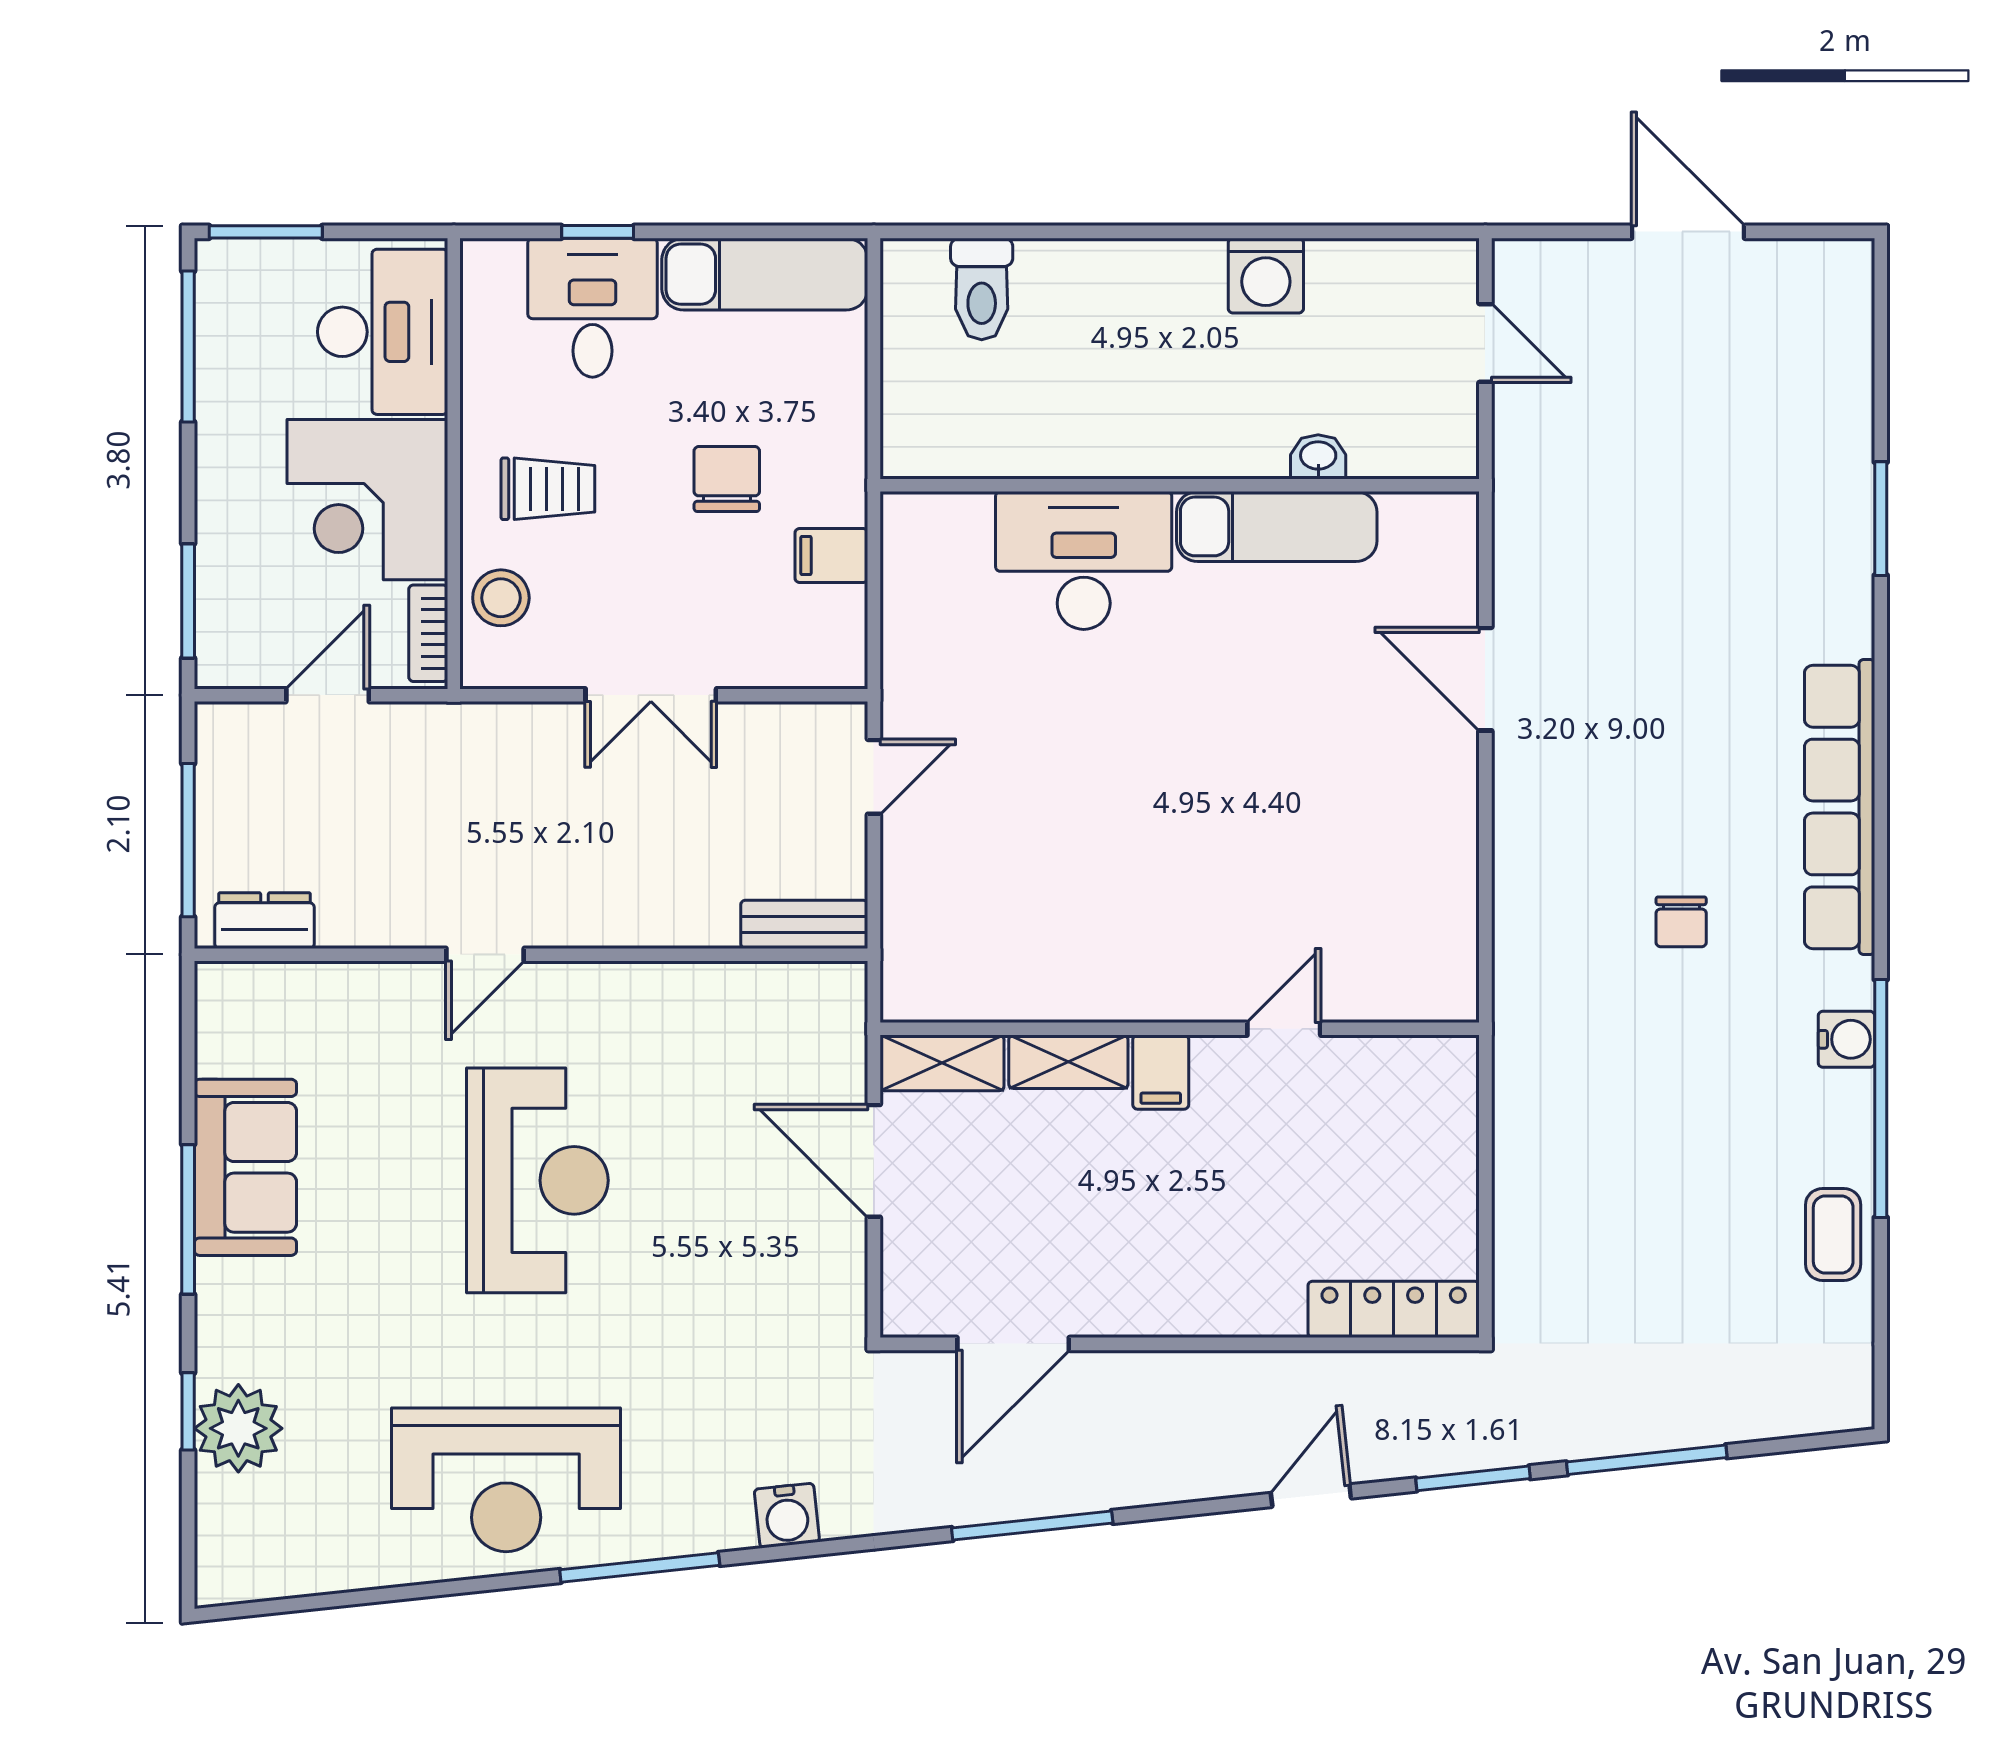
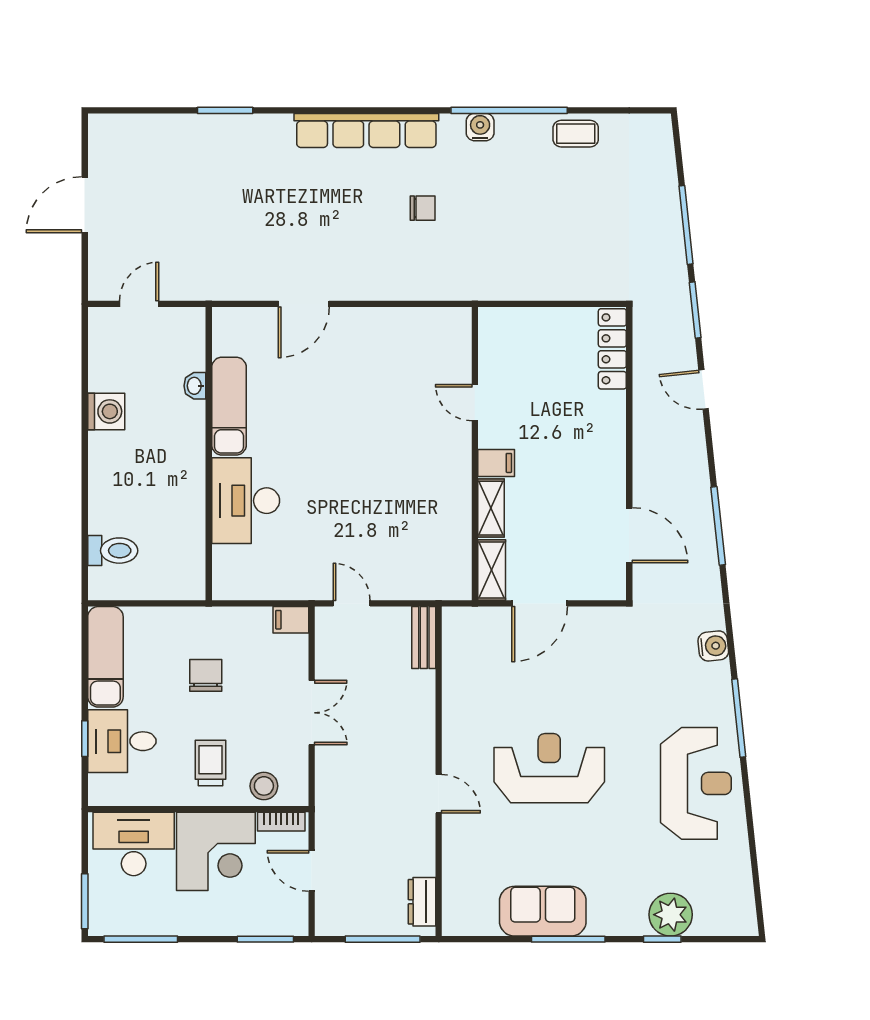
chair: (727, 479) -> (206, 675), turned 90
filing cabinet: (831, 556) -> (291, 620), moved, turned 90

